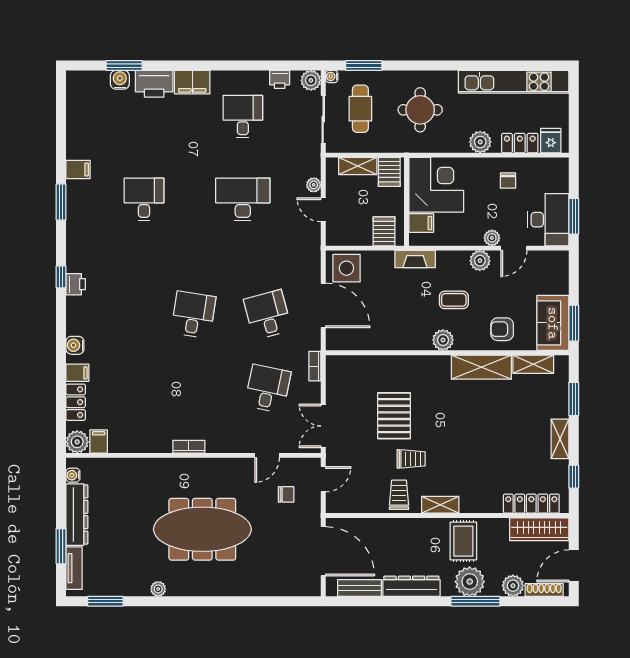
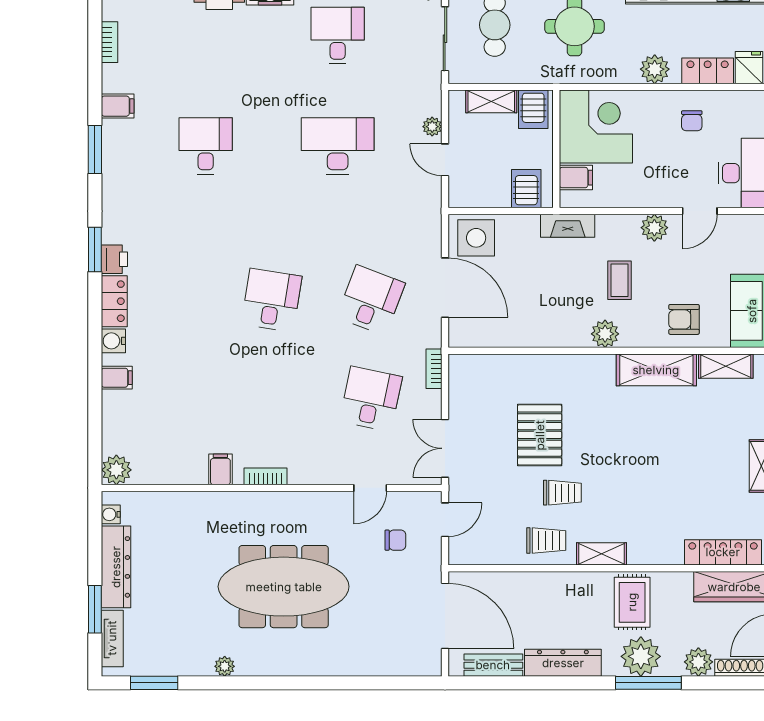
bookcase: (72, 122) -> (110, 42), added
plant: (492, 238) -> (670, 197), removed
window: (61, 277) -> (95, 249), width x1.50
coffee table: (454, 300) -> (619, 280), turned 90
desk: (268, 315) -> (371, 300), turned 36
locker: (76, 402) -> (114, 301), moved
filing cabinet: (99, 441) -> (220, 469), moved
trolley: (399, 495) -> (546, 540), turned 90

